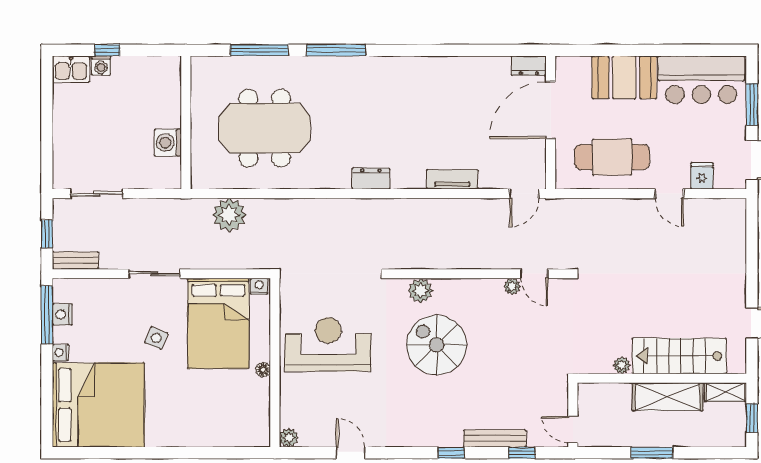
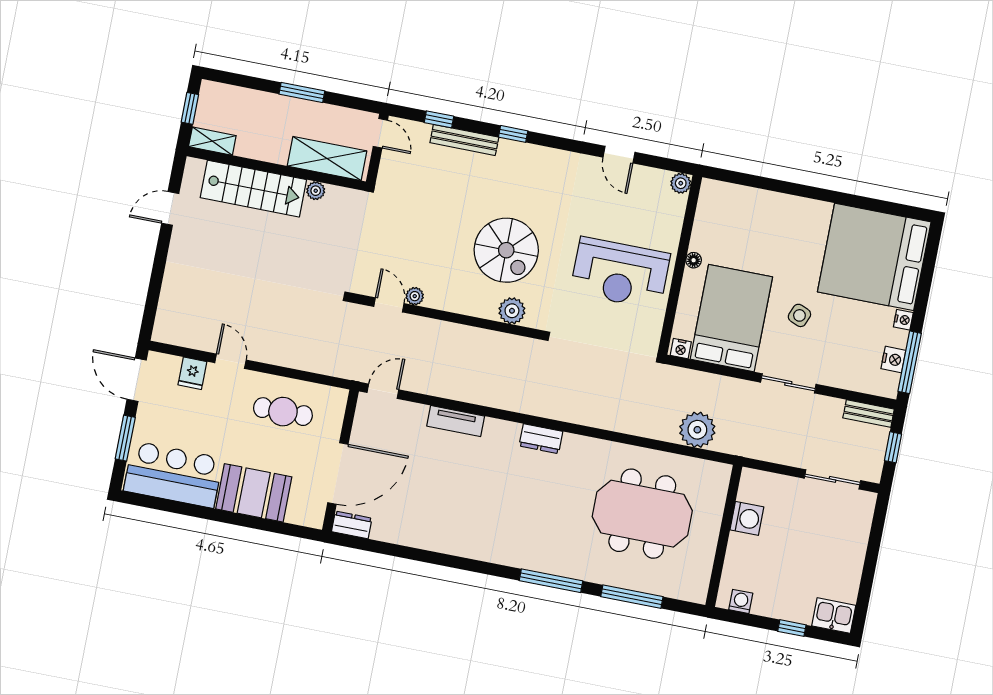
washing machine: (101, 65) -> (741, 601), moved
cafe table: (612, 157) -> (283, 412), width x0.73, depth x0.74
shelving: (668, 397) -> (327, 159), moved

